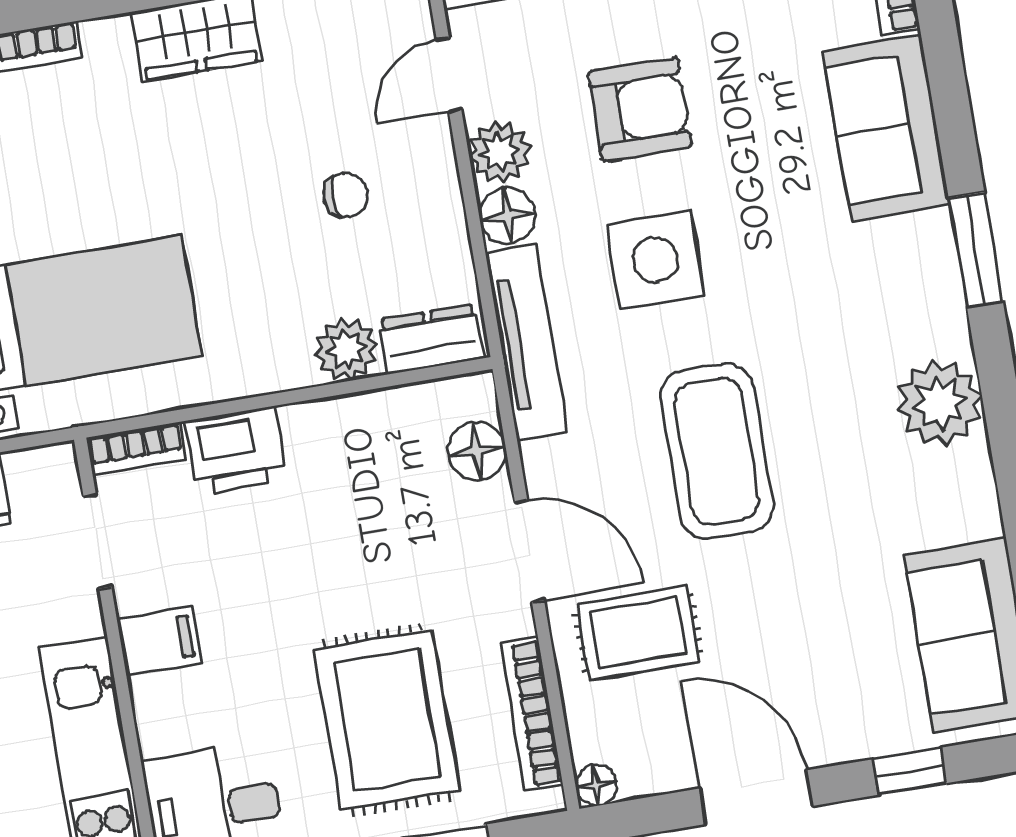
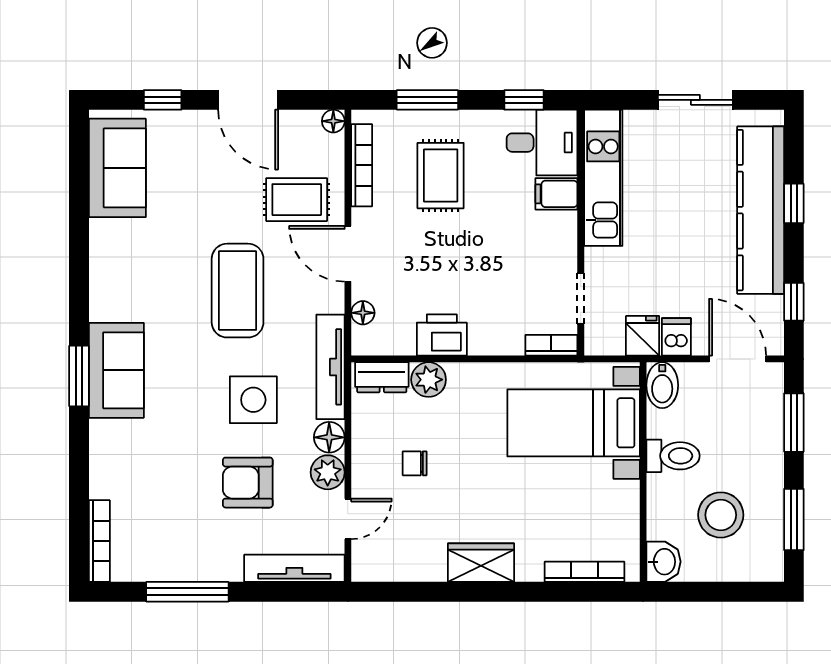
sofa: (886, 128) -> (116, 370), moved
plant: (939, 403) -> (113, 296), removed
printer: (236, 451) -> (442, 335), moved
floor lamp: (477, 451) -> (363, 313), width x0.73, depth x0.73
filing cabinet: (159, 641) -> (556, 194), moved
rug: (387, 720) -> (441, 176), width x0.73, depth x0.70

